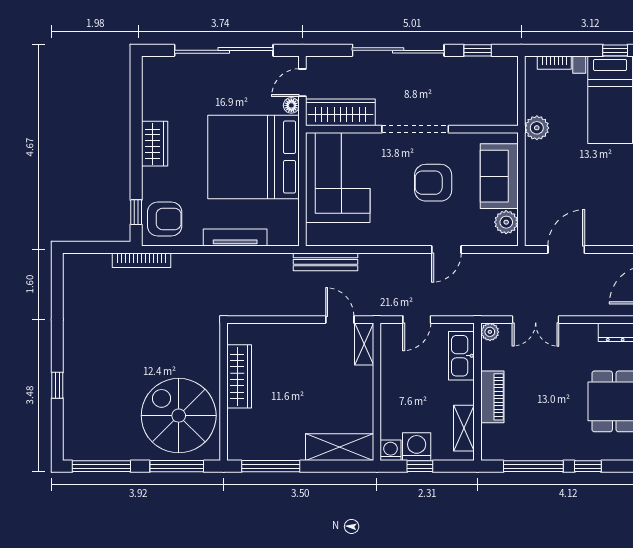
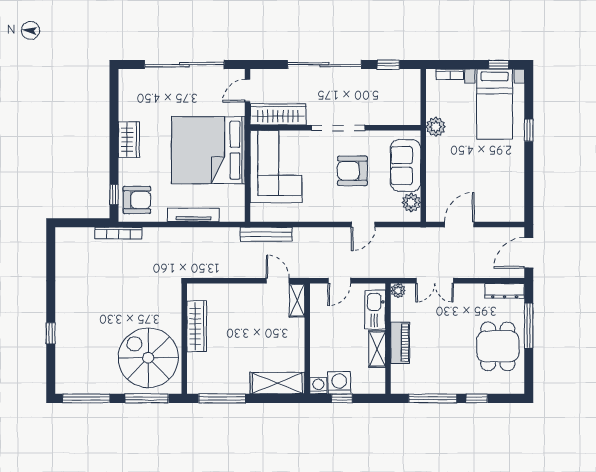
floor lamp: (291, 105) -> (239, 109), removed
shelving: (464, 428) -> (377, 349), moved

